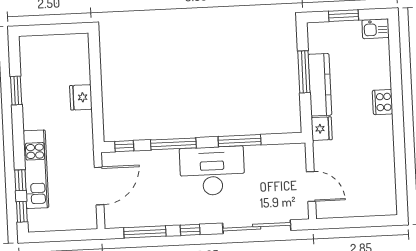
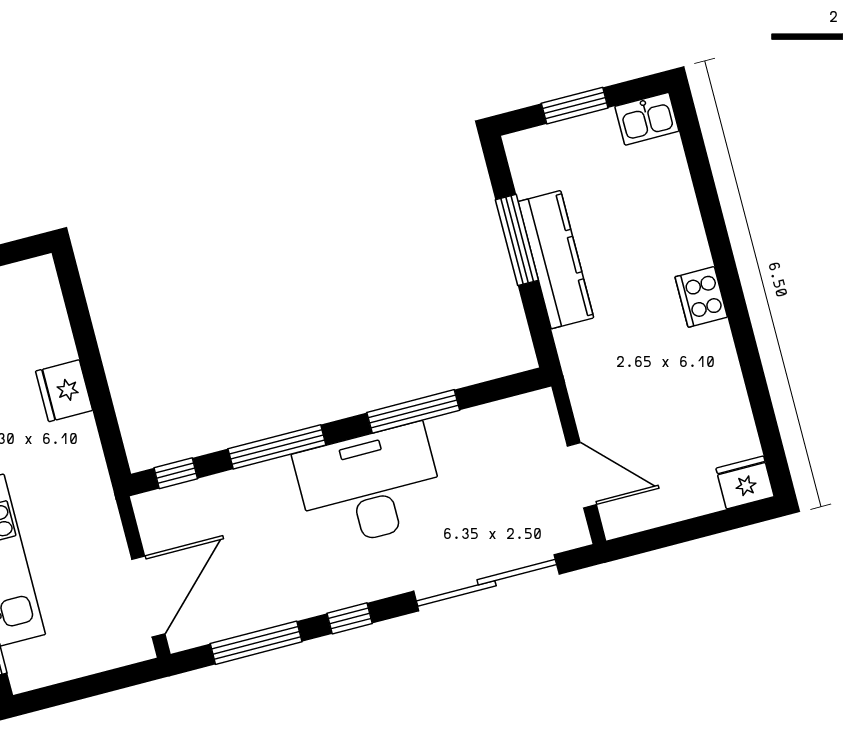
cooker: (383, 102) -> (701, 297), moved
fridge: (322, 129) -> (745, 482), moved, turned -90
door: (99, 186) -> (148, 597), moved

